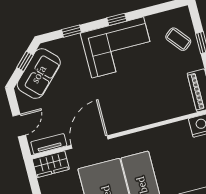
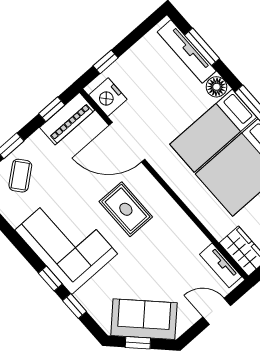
window: (117, 19) -> (50, 279), moved
rug: (119, 99) -> (126, 209), added
door: (90, 142) -> (127, 142), moved

